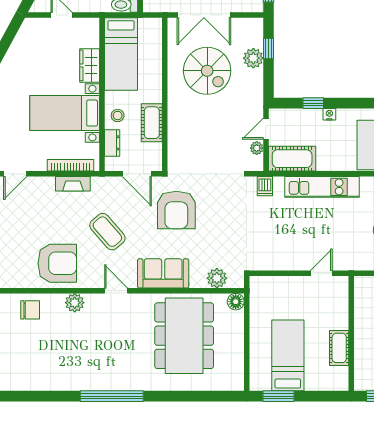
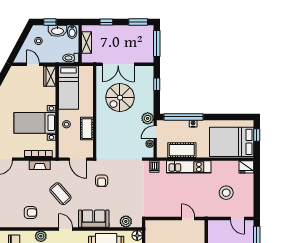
plant: (253, 58) -> (148, 118), moved
wardrobe: (90, 65) -> (50, 76), moved
spiral stairs: (207, 71) -> (120, 98), turned 90
window: (313, 103) -> (183, 117), width x3.17
dresser: (112, 143) -> (63, 141), removed
cot: (292, 159) -> (182, 150), moved
armchair: (176, 210) -> (102, 181), width x0.53, depth x0.53
armchair: (57, 263) -> (30, 213), width x0.53, depth x0.53
door: (321, 273) -> (188, 219), hinge flipped

